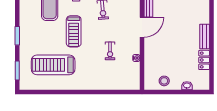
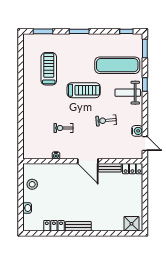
treadmill: (74, 31) -> (84, 90), turned 180
treadmill: (53, 65) -> (49, 69), width x0.73, depth x0.73

